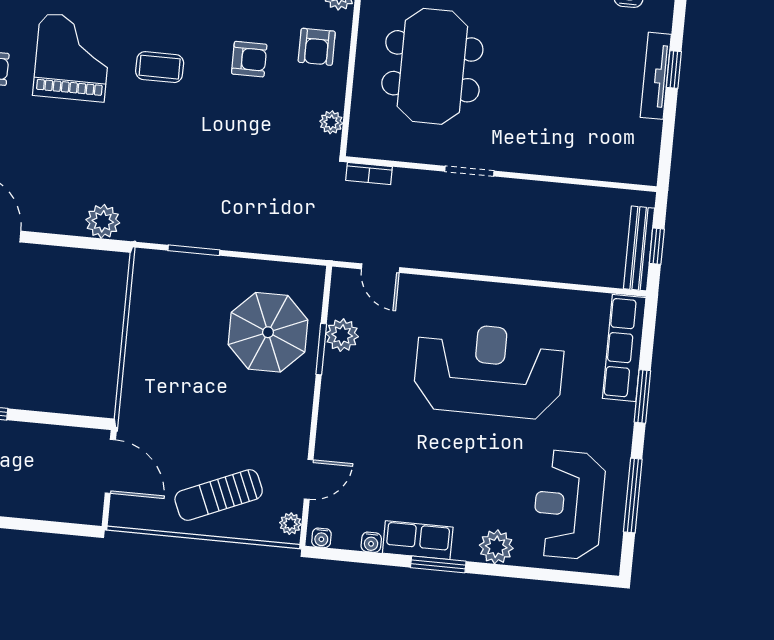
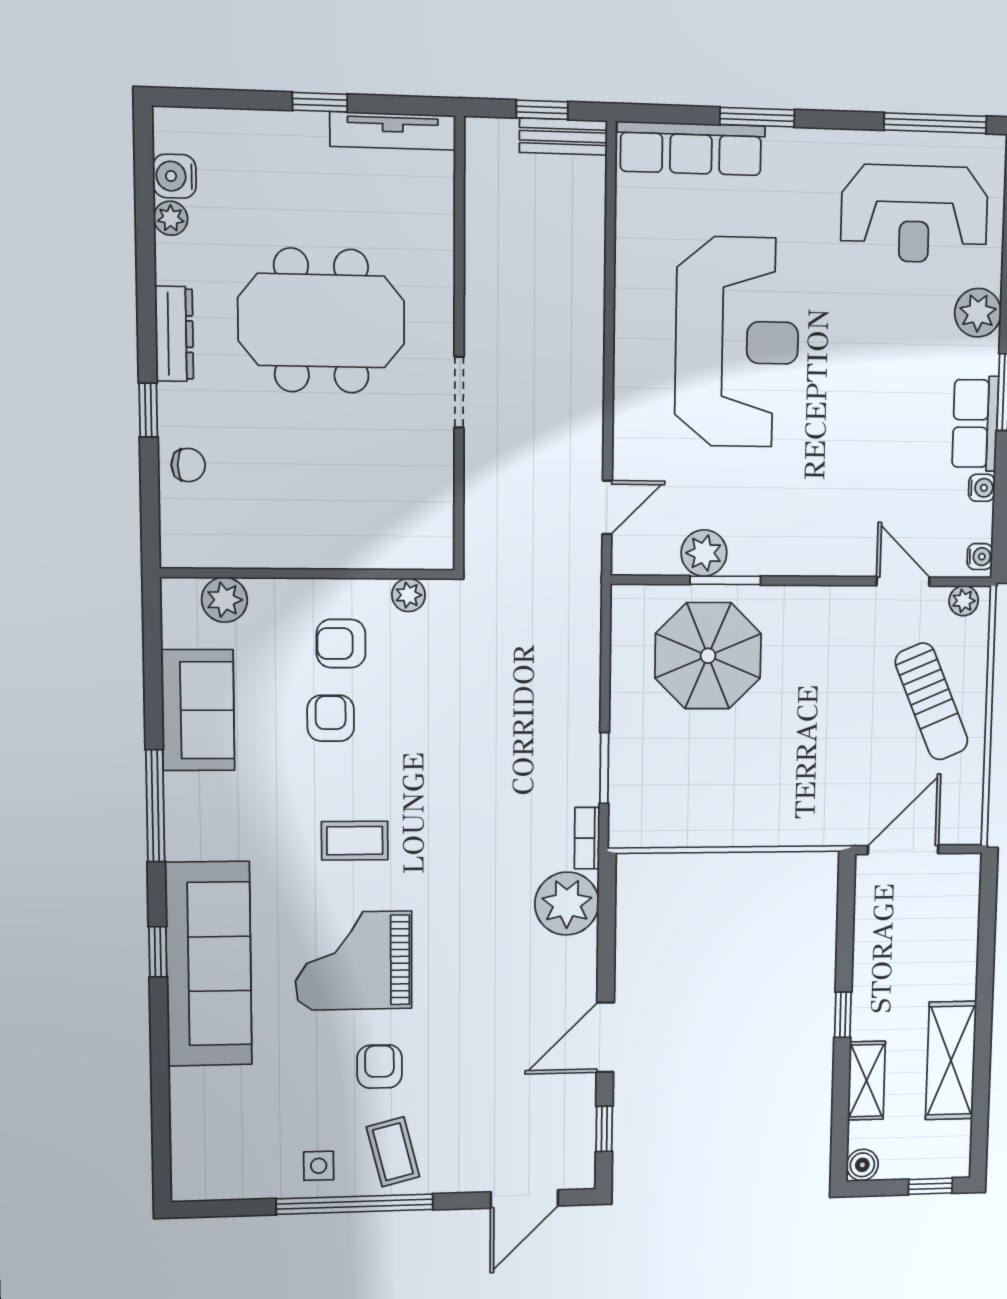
armchair: (317, 47) -> (341, 644), moved, turned 180
meeting table: (432, 66) -> (321, 321), moved
coffee table: (160, 67) -> (355, 841), turned 90
window: (674, 69) -> (320, 102), moved
tv unit: (656, 76) -> (393, 131), moved
bookcase: (369, 173) -> (587, 838), moved, turned 180
plant: (103, 221) -> (567, 904), width x1.36, depth x1.36
bench: (639, 248) -> (563, 137), width x0.73
reception desk: (489, 370) -> (737, 342), turned 180
window: (633, 496) -> (935, 123), moved

